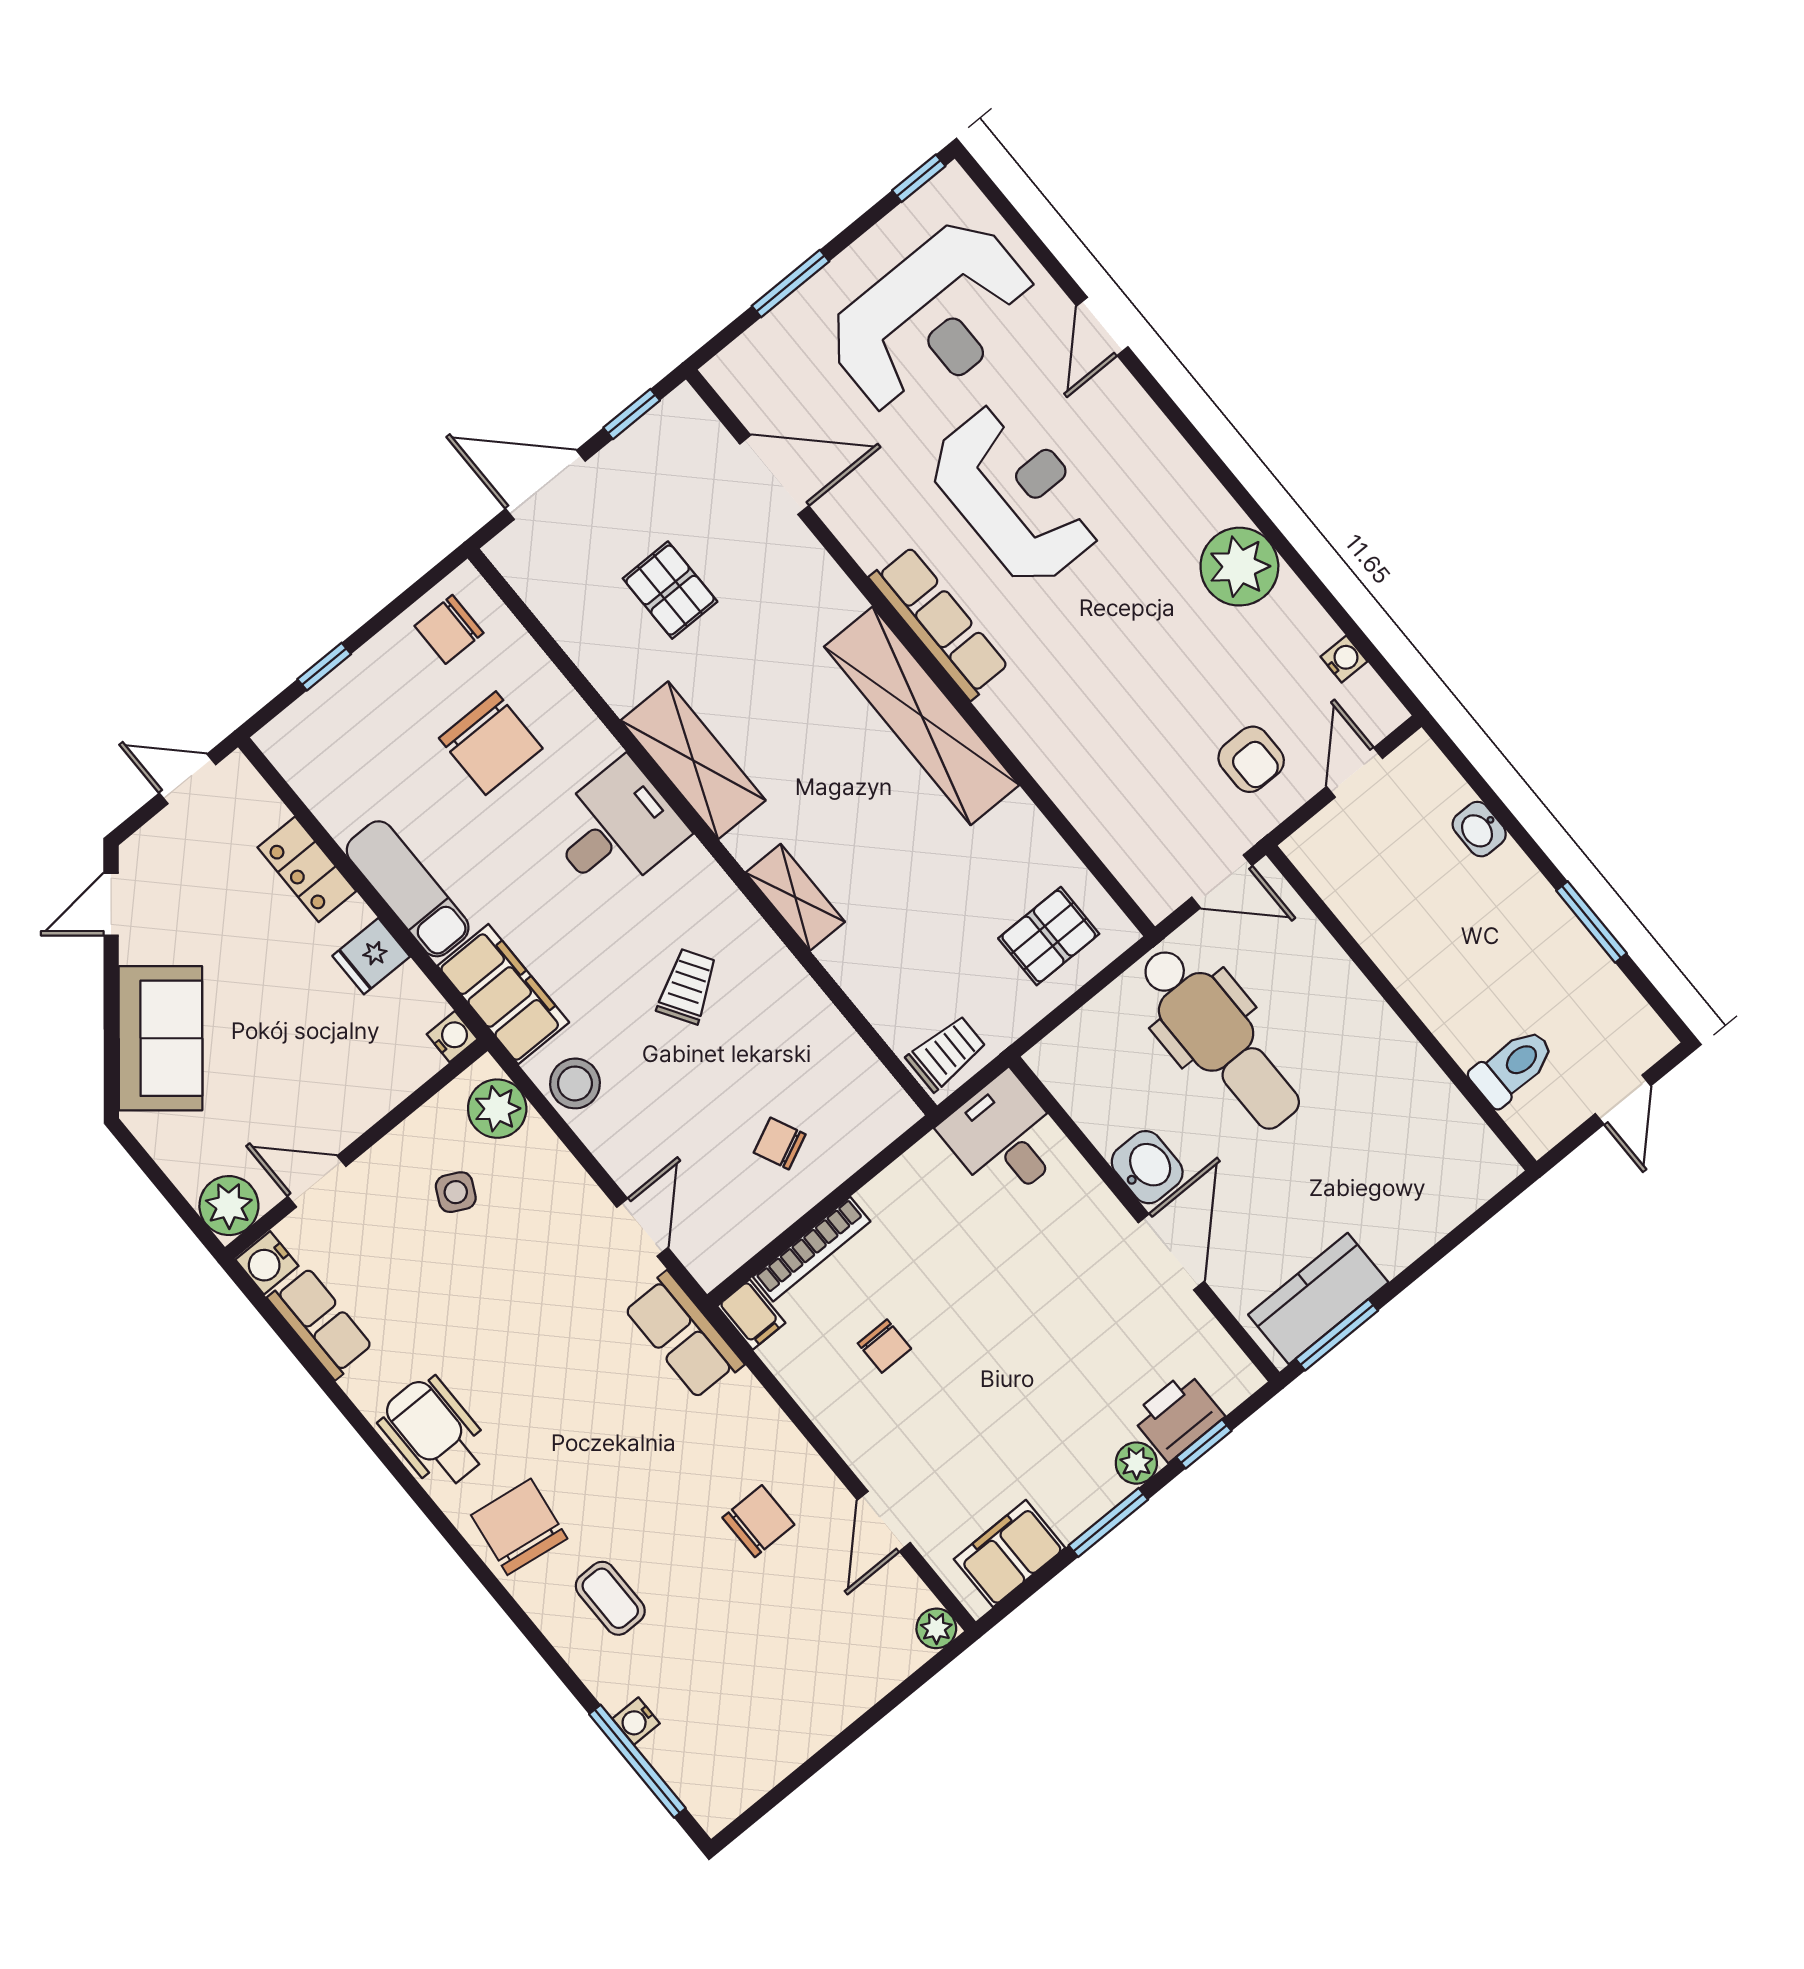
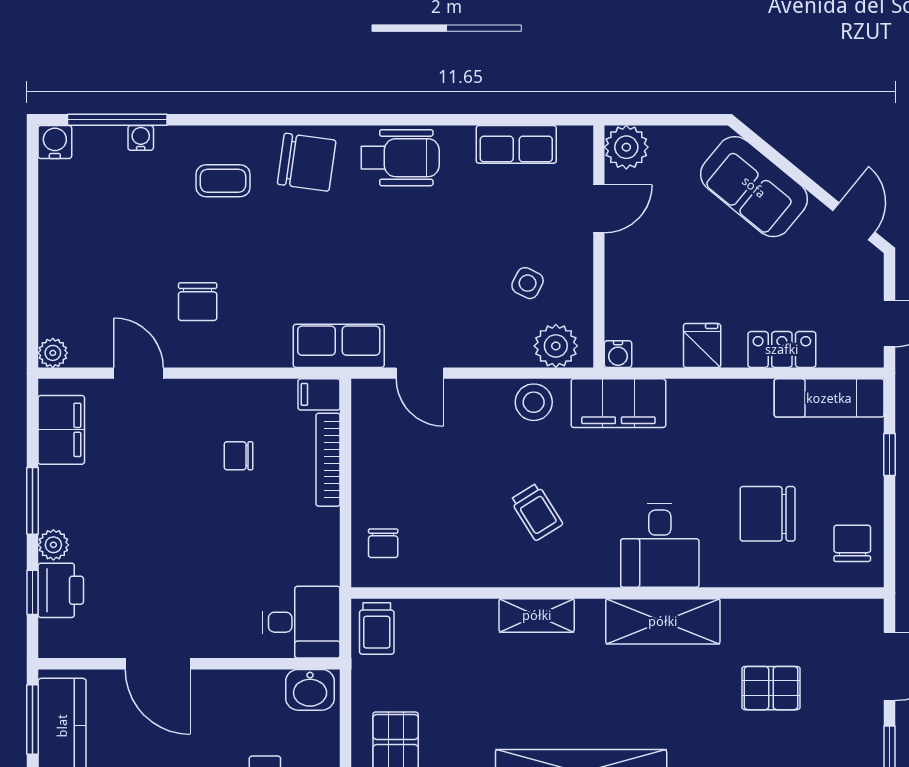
exam couch: (408, 889) -> (829, 398), moved
chair: (780, 1143) -> (383, 543), moved, turned 115
washbasin: (1147, 1167) -> (310, 690), moved
water cooler: (267, 1263) -> (55, 142), moved

